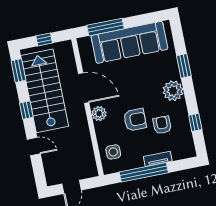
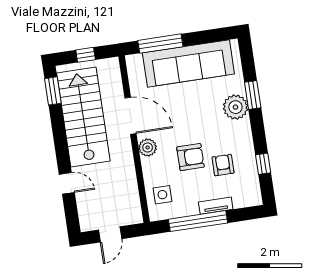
plant: (173, 91) -> (235, 107), moved
window: (26, 110) -> (60, 139), removed

